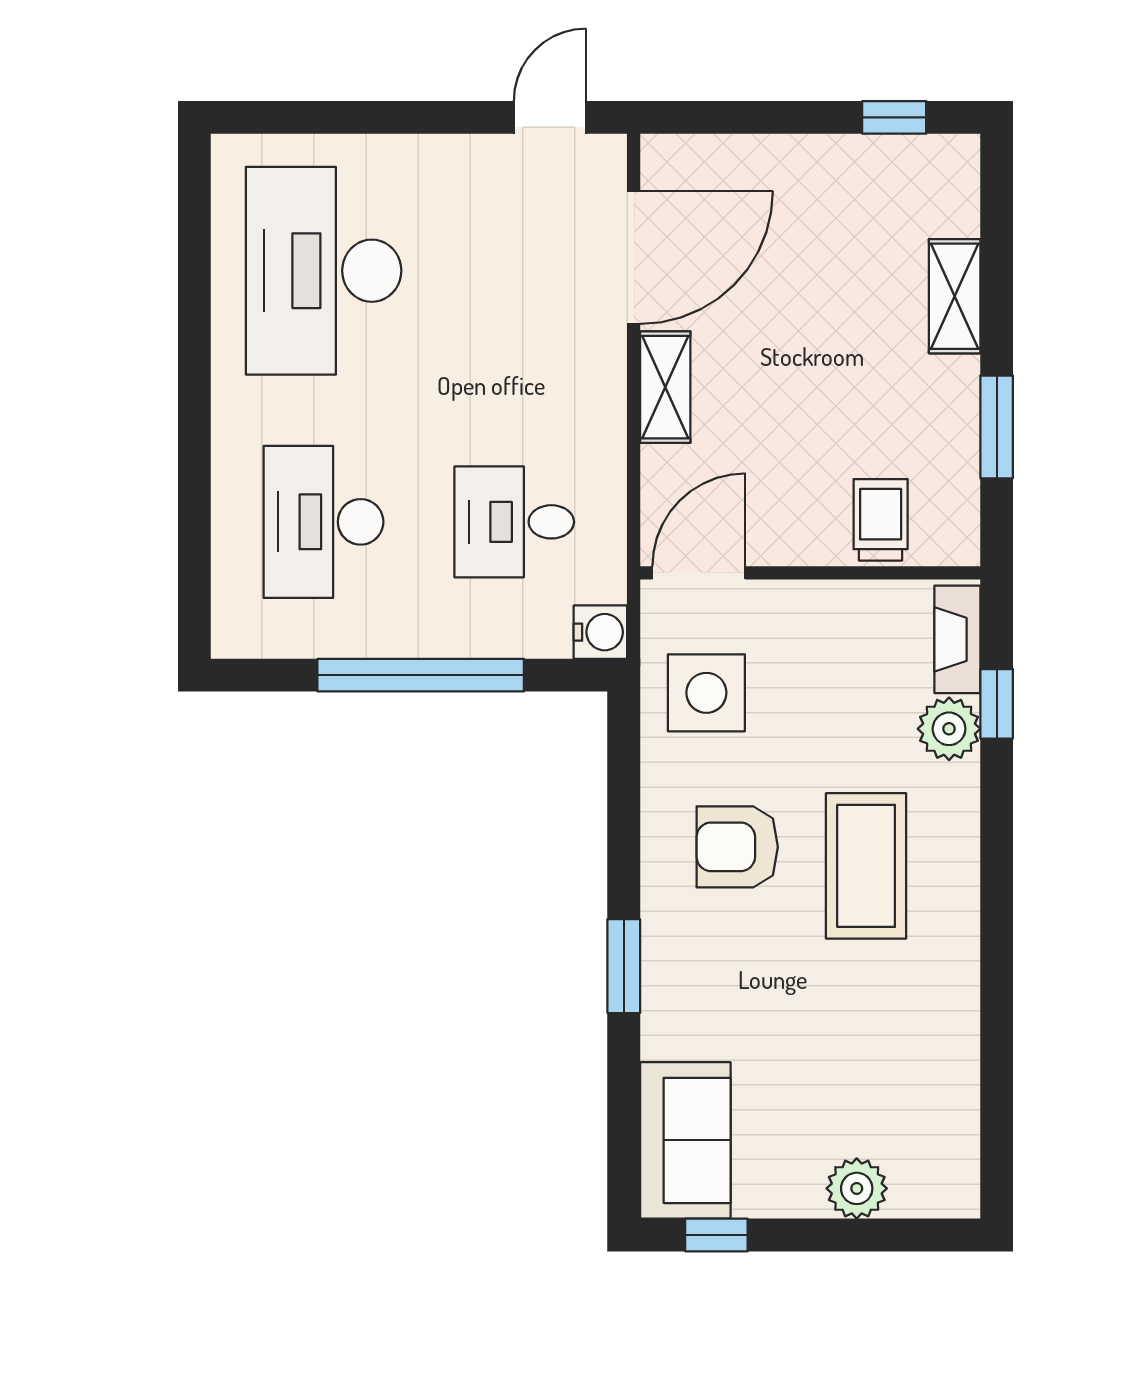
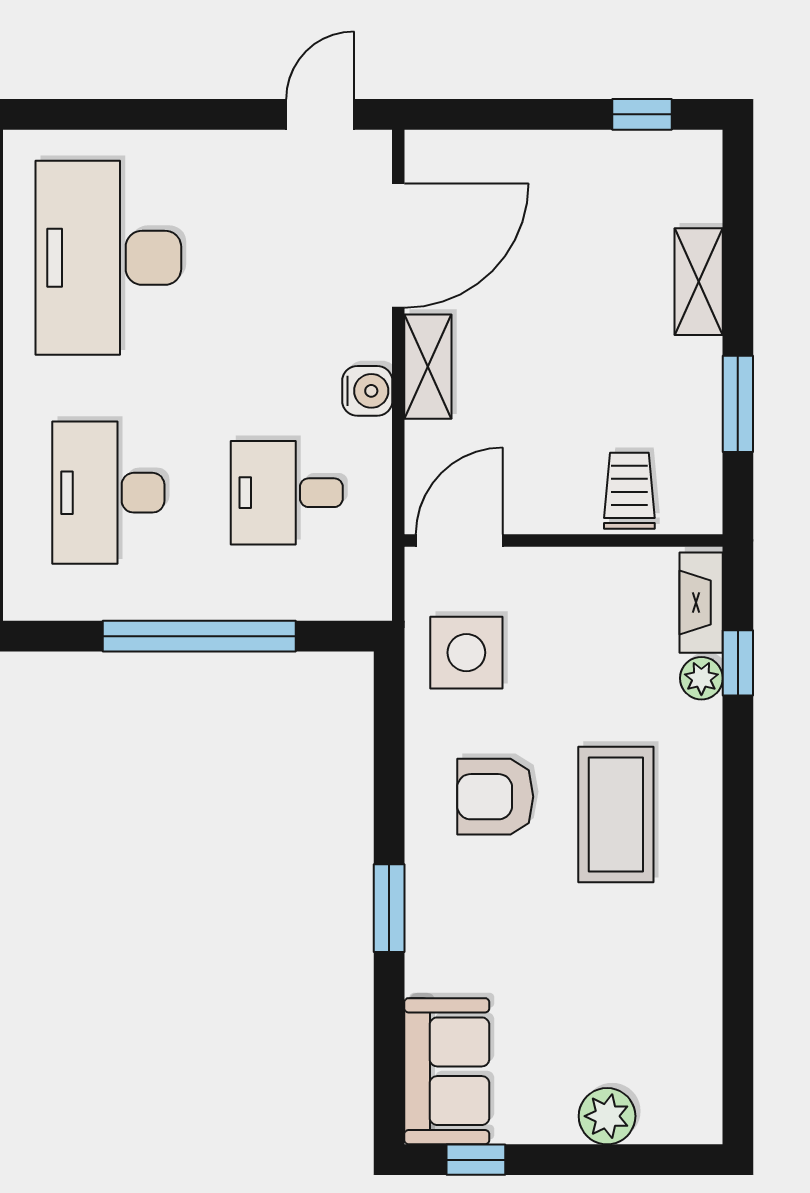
water cooler: (600, 632) -> (367, 391), moved
plant: (949, 729) -> (701, 678), width x0.73, depth x0.73

